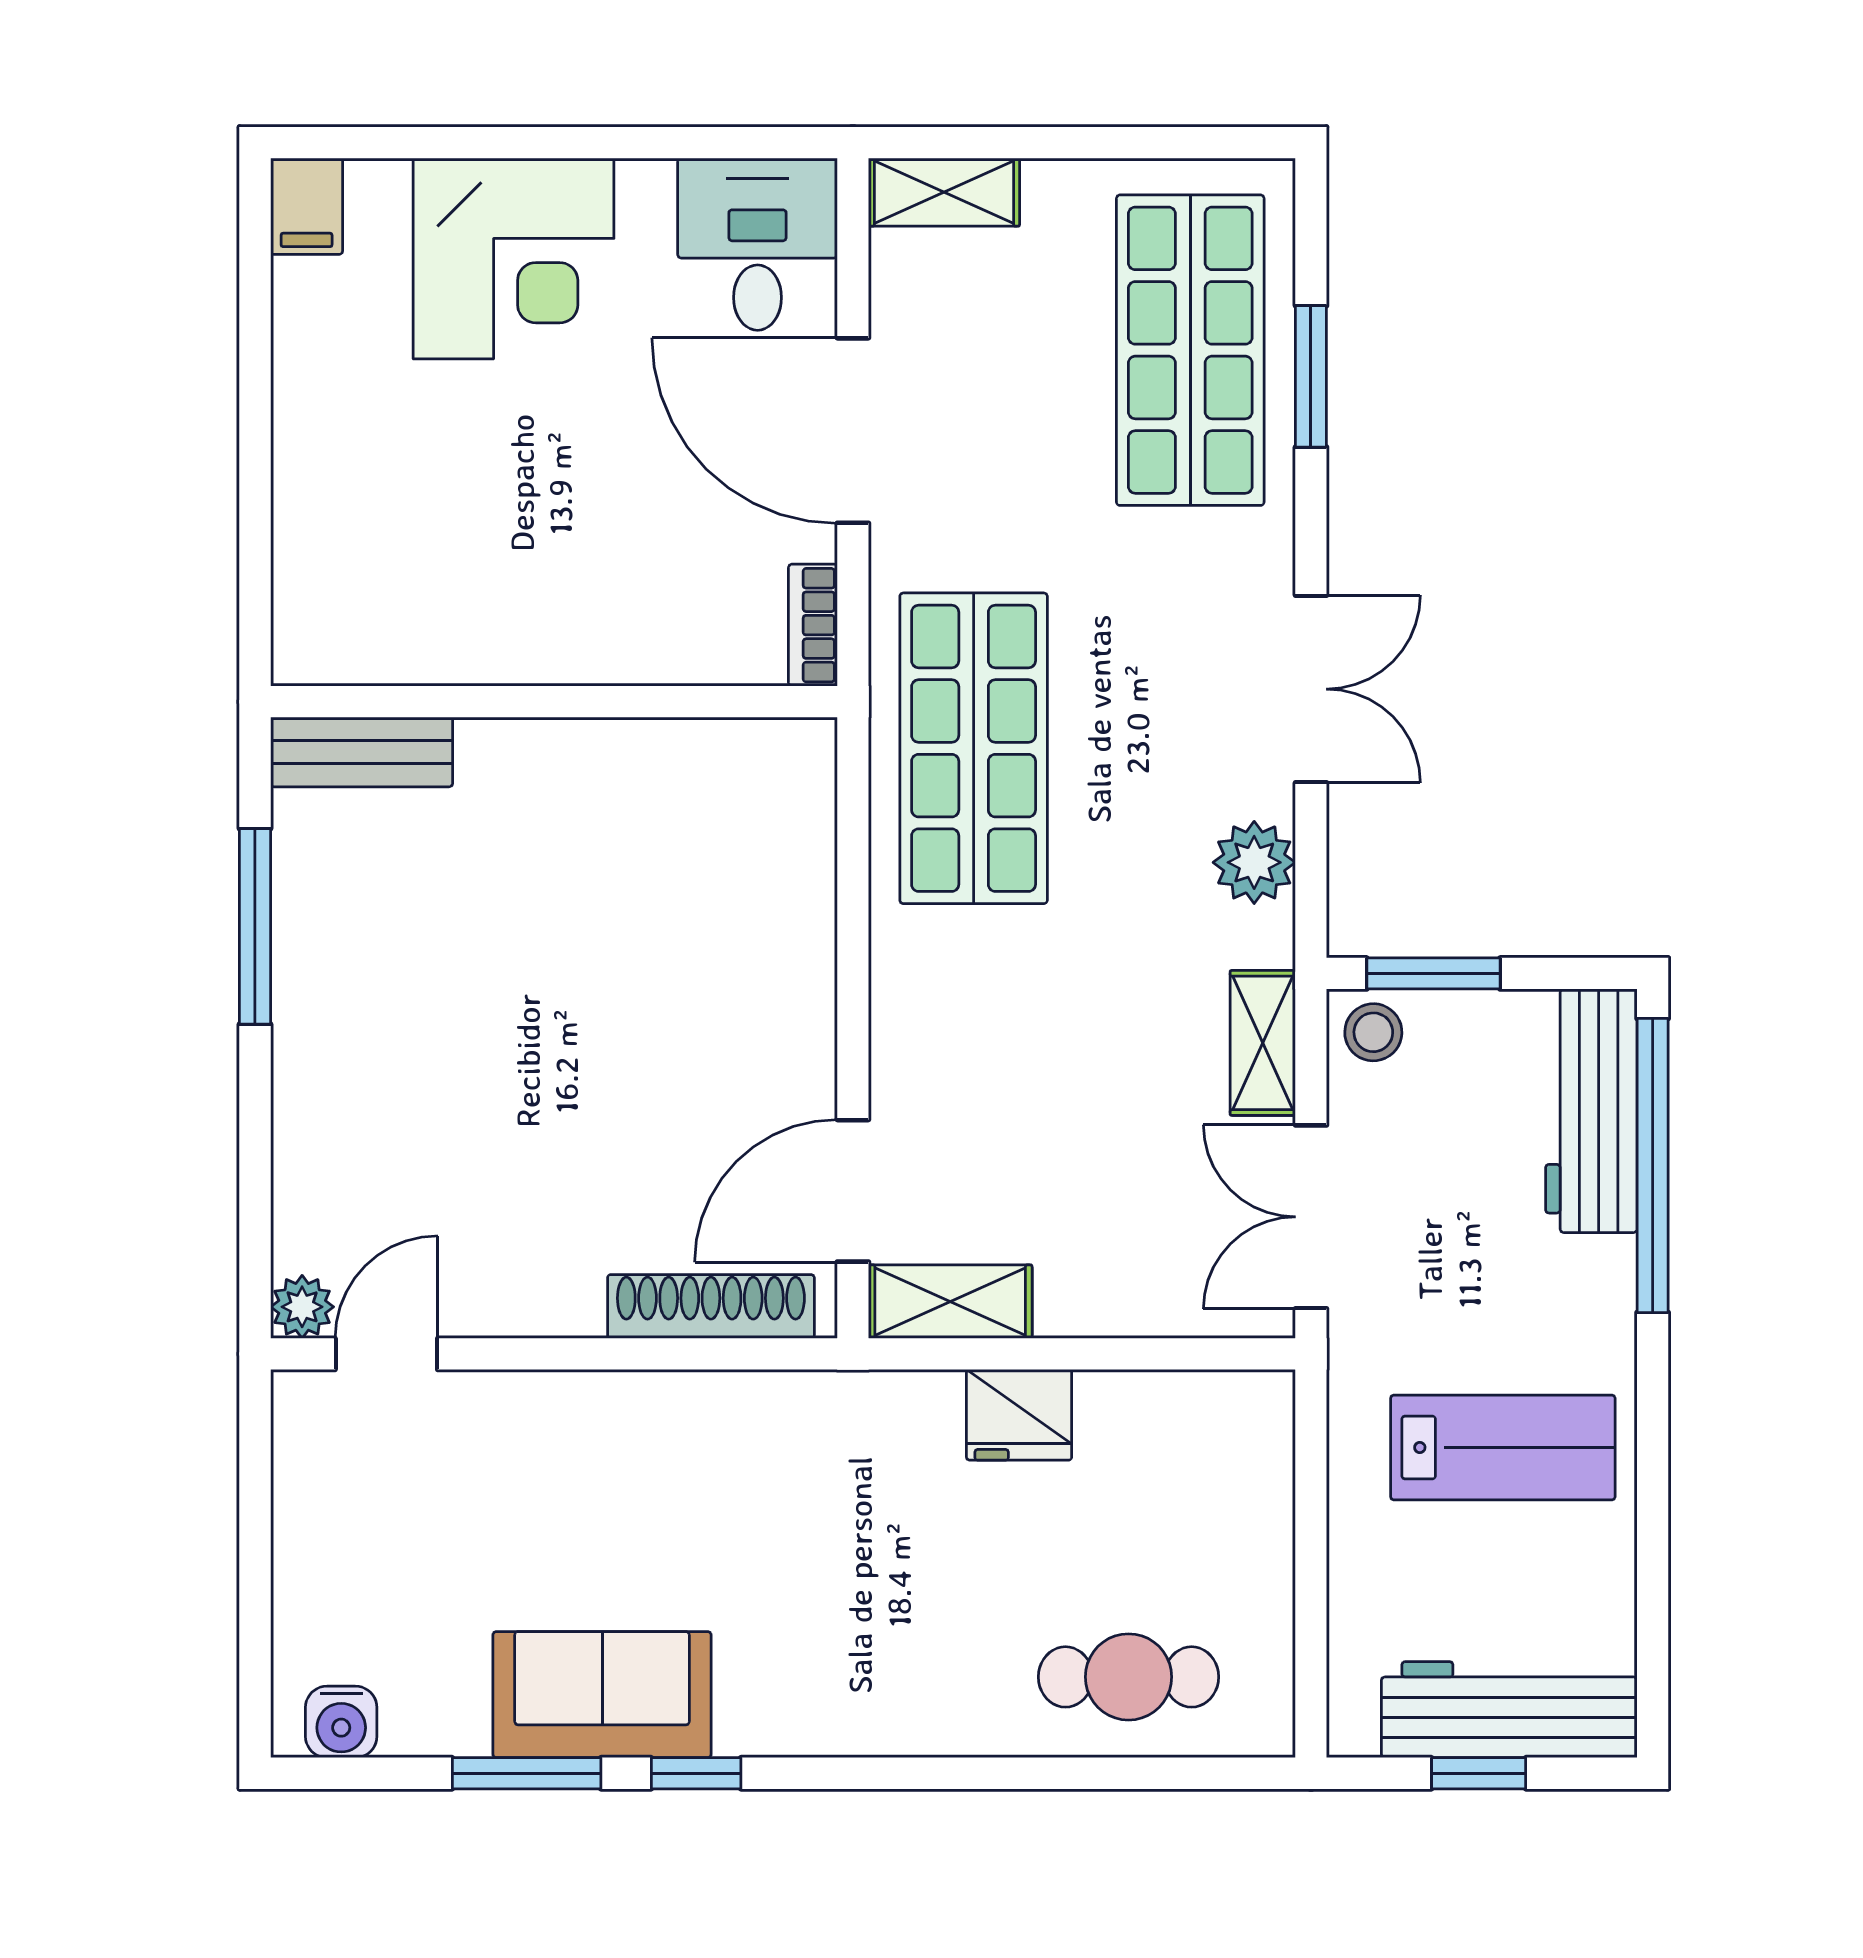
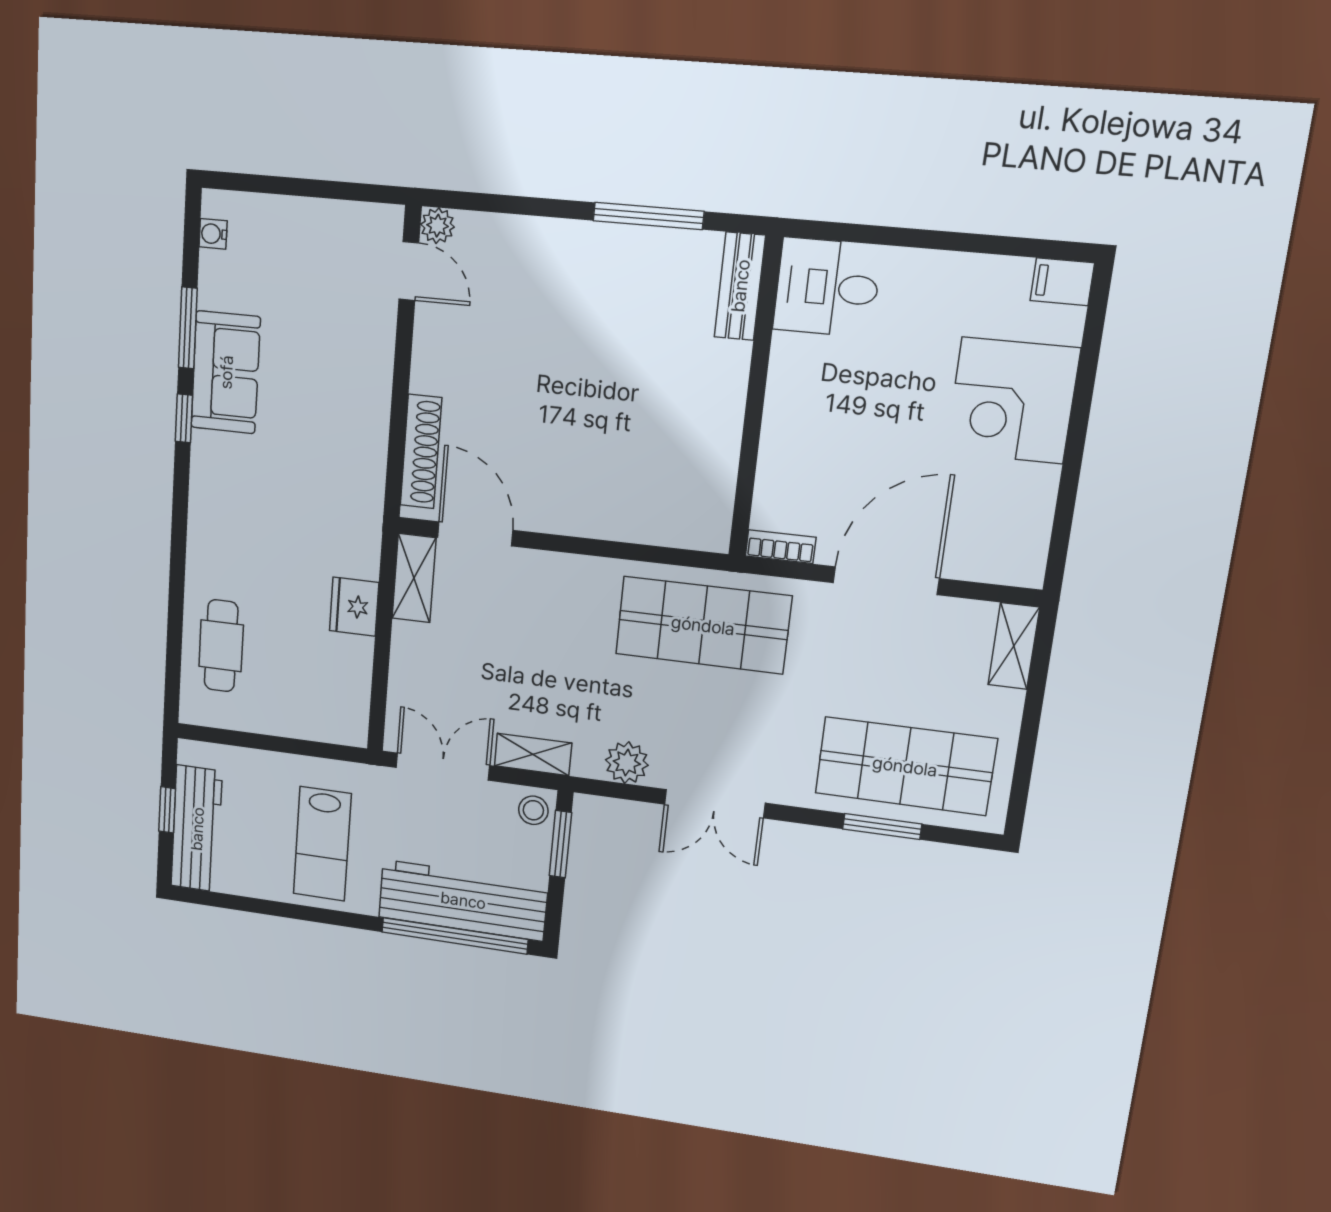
desk: (758, 244) -> (827, 287), moved, turned 180
workbench: (1591, 1111) -> (463, 900), width x1.36, depth x1.32
water cooler: (341, 1722) -> (213, 234), width x0.72, depth x0.72

